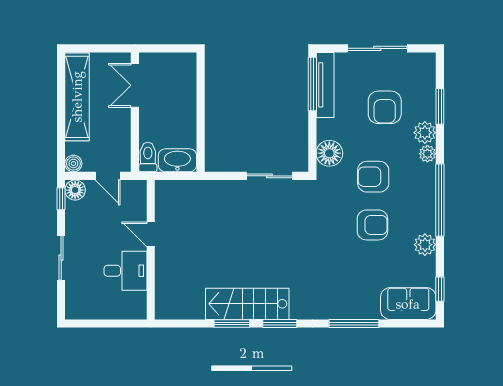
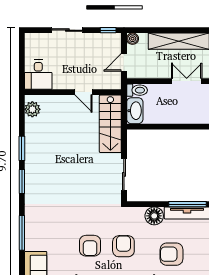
floor lamp: (329, 153) -> (154, 216), moved
floor lamp: (75, 190) -> (114, 40), removed
door: (151, 234) -> (84, 92), swing flipped
desk: (125, 271) -> (38, 75), moved
stairs: (247, 304) -> (110, 124), moved, turned 180
plant: (175, 308) -> (32, 109), added

